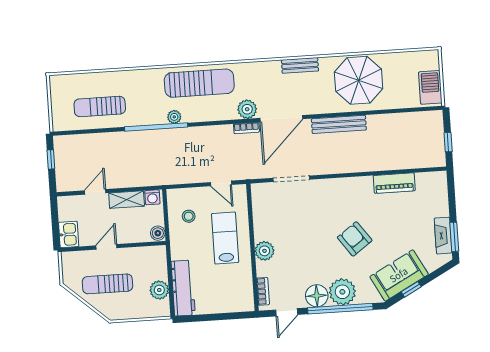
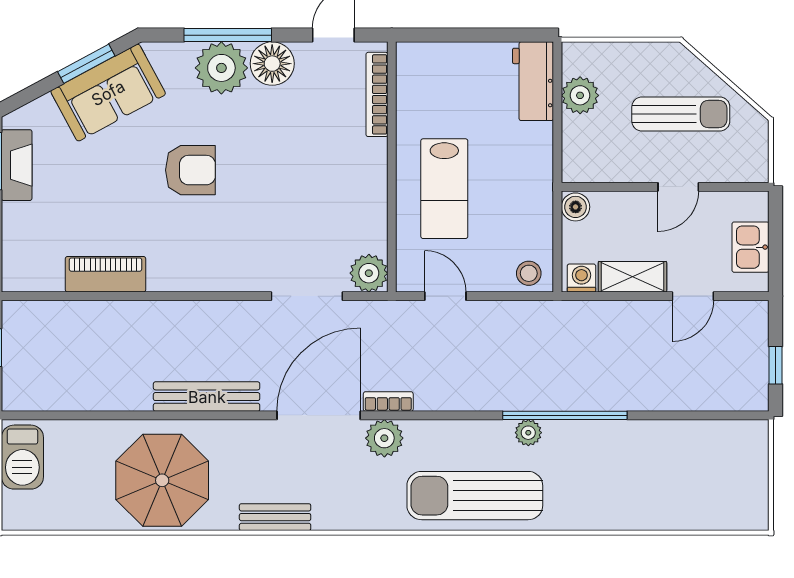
sun lounger: (100, 106) -> (673, 463), removed
stool: (189, 216) -> (529, 273), moved
kitchen sink: (69, 234) -> (750, 247), moved
armchair: (355, 239) -> (190, 170), turned -54
plant: (264, 251) -> (369, 273), moved
workbench: (183, 288) -> (533, 81), width x0.73
window: (411, 289) -> (86, 64), width x1.50
bookcase: (263, 291) -> (377, 94), width x1.56
window: (340, 309) -> (228, 35), width x0.68

